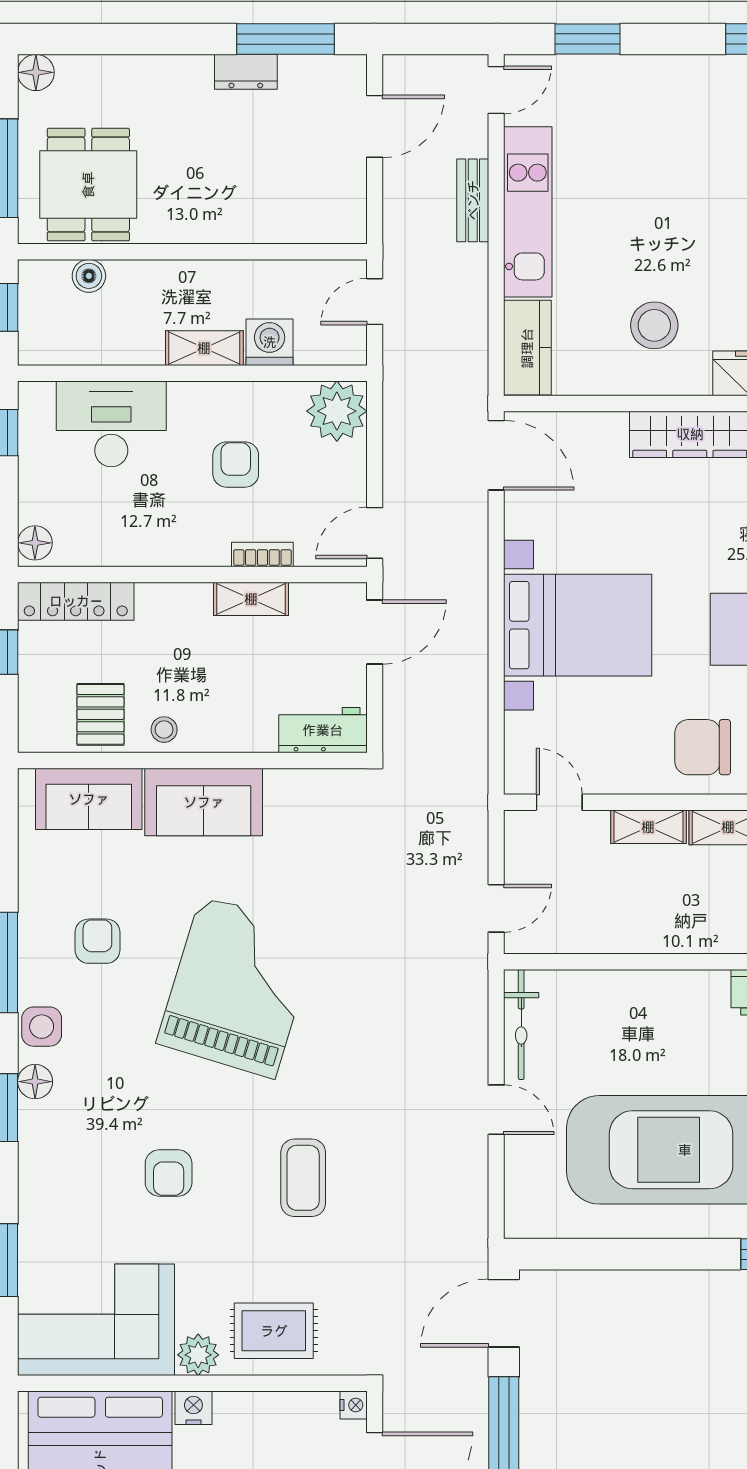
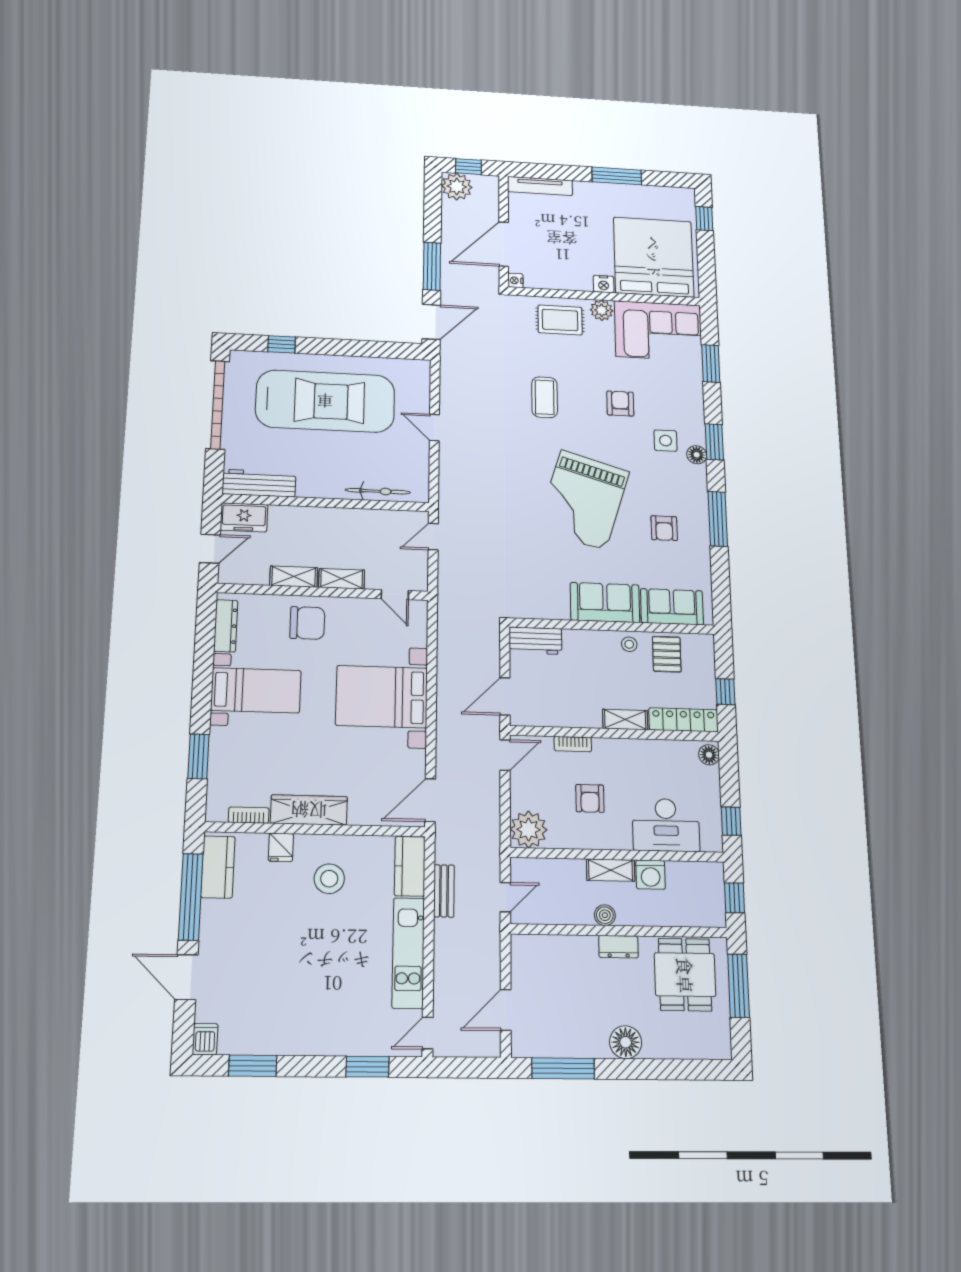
floor lamp: (36, 72) -> (626, 1042), moved, width x1.38, depth x1.38
dresser: (246, 72) -> (618, 947), moved, turned 180
bench: (473, 200) -> (444, 891), moved
boiler: (89, 276) -> (605, 915), moved
washing machine: (270, 342) -> (651, 875), moved
door: (496, 455) -> (430, 800), hinge flipped
shelving: (251, 599) -> (625, 720), moved
bicycle: (521, 1024) -> (378, 491), moved, turned 90
side table: (42, 1027) -> (666, 441), moved

